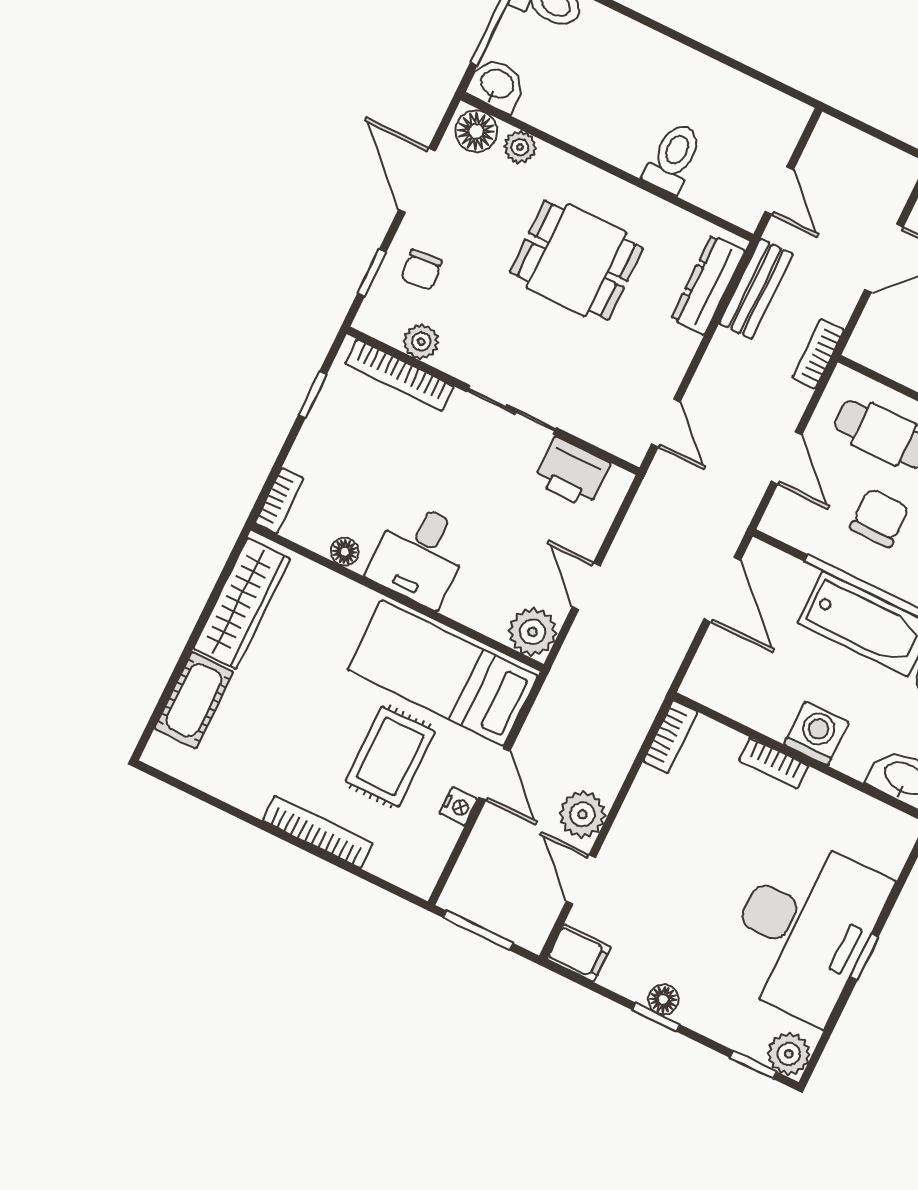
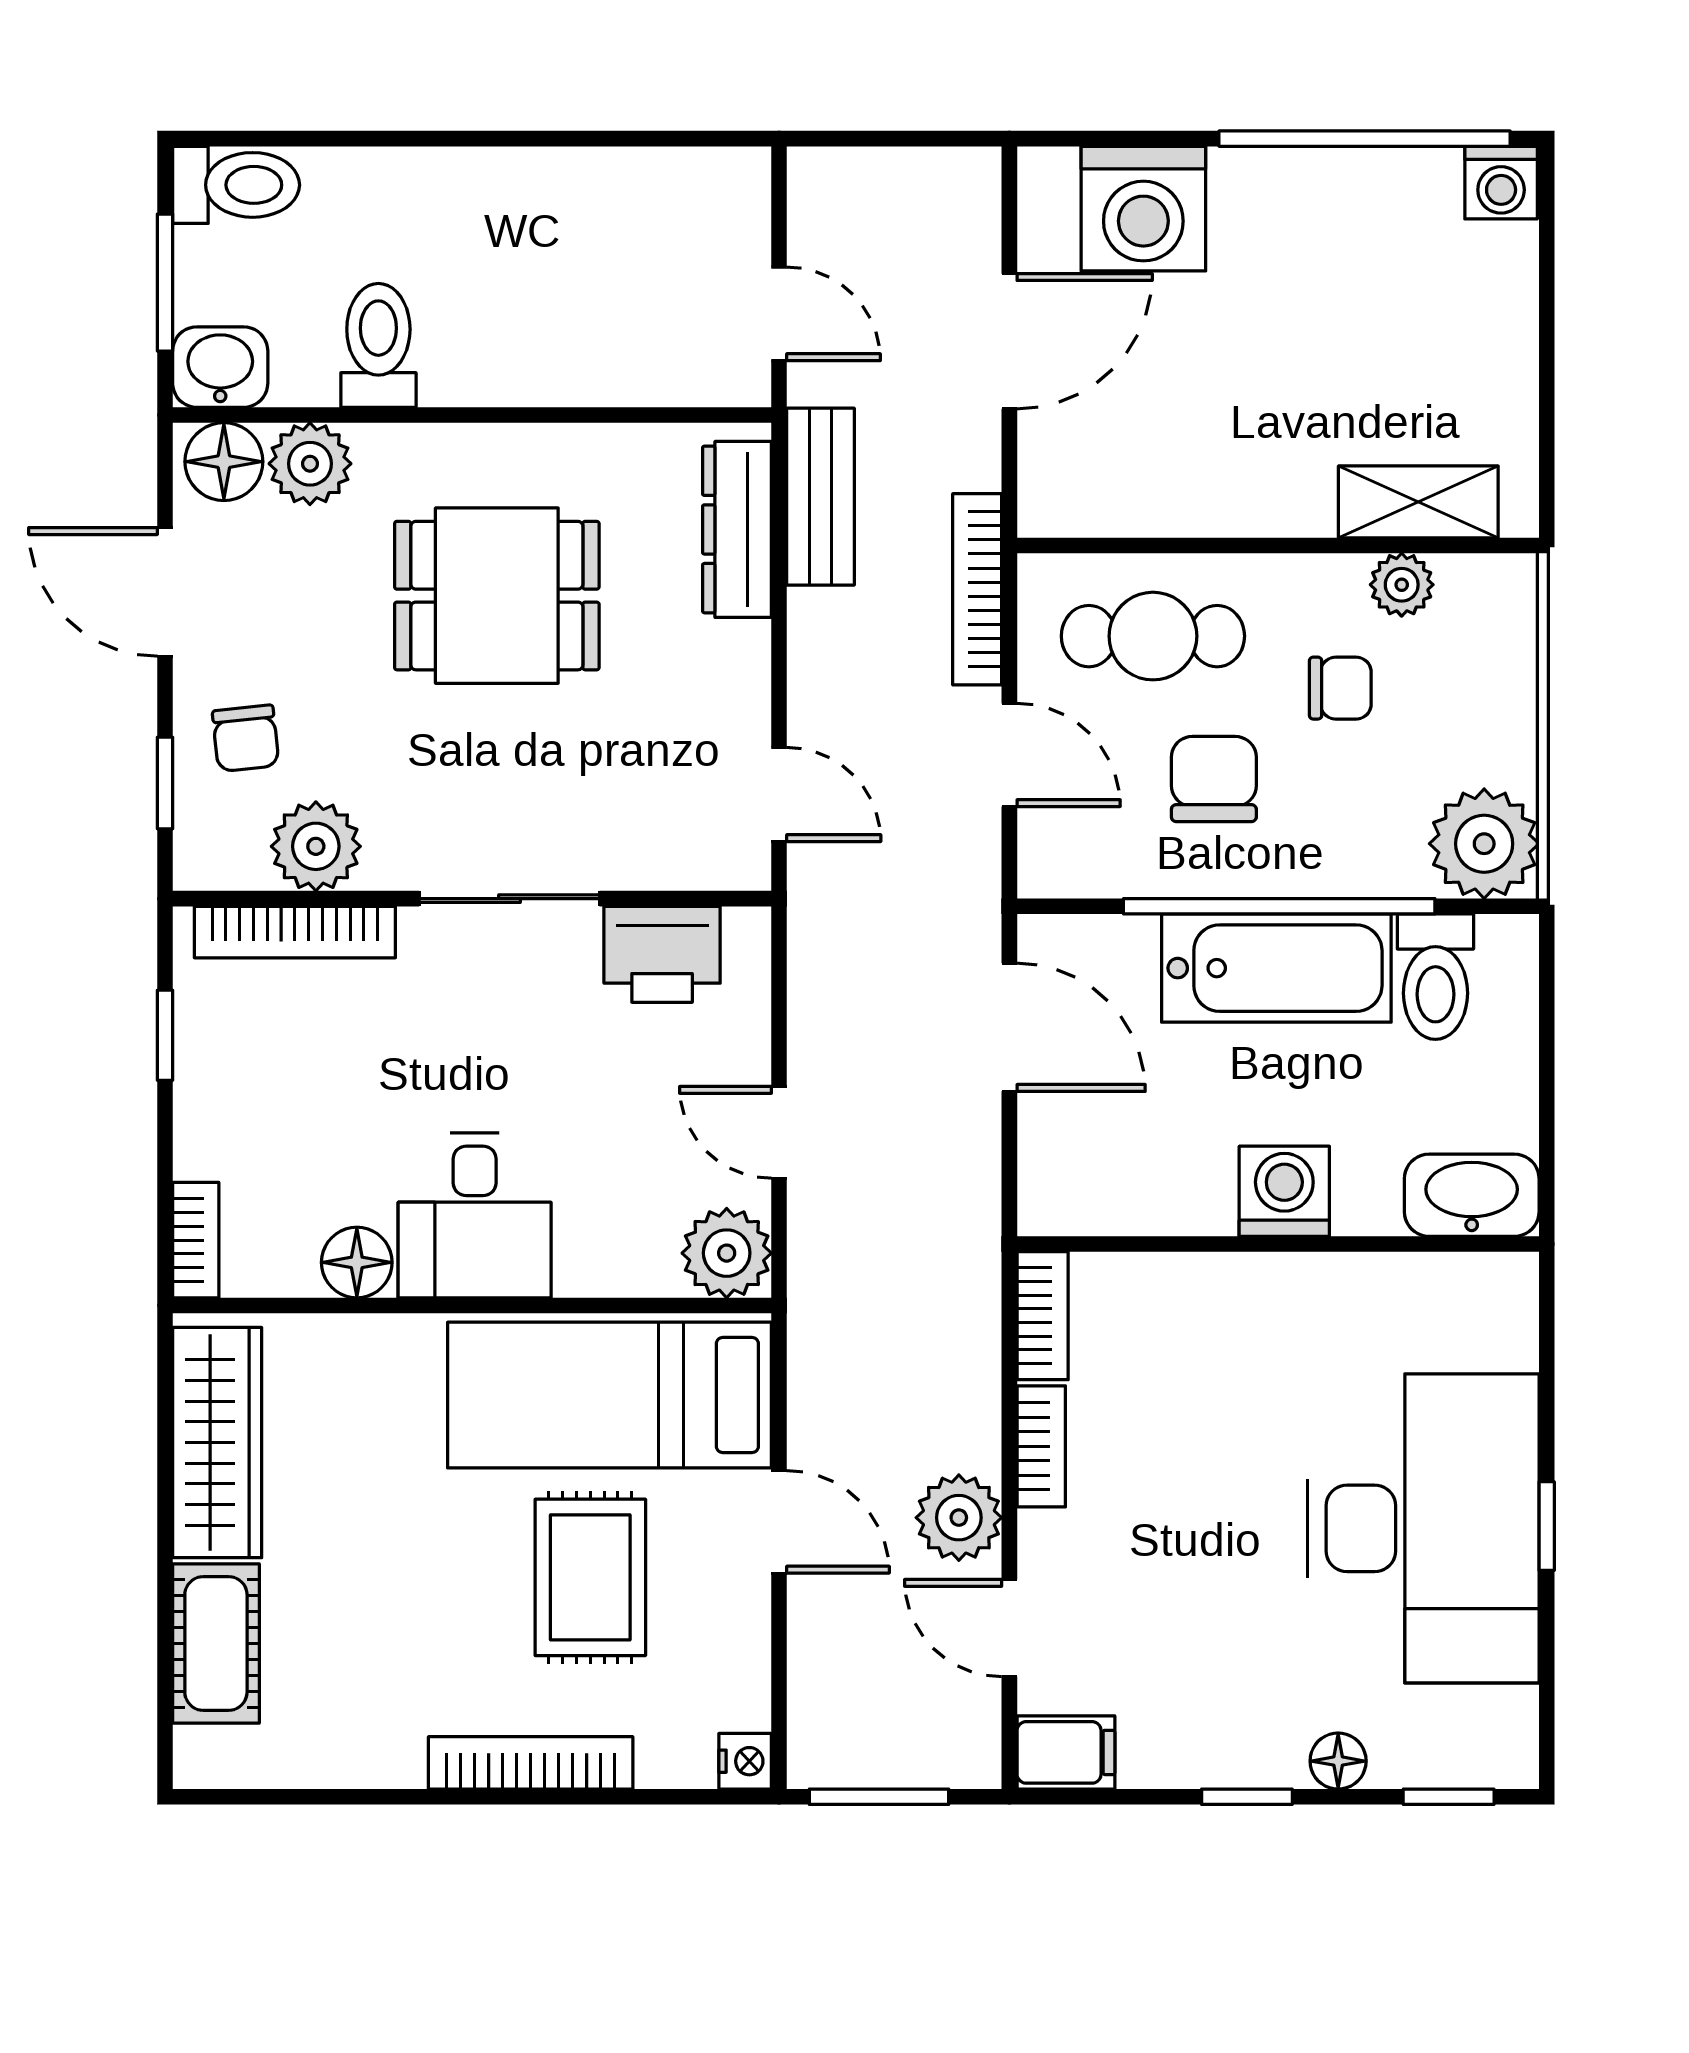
plant: (520, 147) -> (310, 464), width x1.38, depth x1.38
toilet: (673, 158) -> (378, 345), moved
plant: (421, 342) -> (316, 846), width x1.38, depth x1.38
bookcase: (818, 354) -> (977, 589), width x1.56
floor lamp: (345, 552) -> (357, 1262), width x1.37, depth x1.37
bookcase: (774, 763) -> (1041, 1446), moved, turned -90
nightstand: (458, 806) -> (745, 1761), moved
floor lamp: (663, 999) -> (1338, 1761), moved
plant: (789, 1054) -> (1500, 1750), removed

